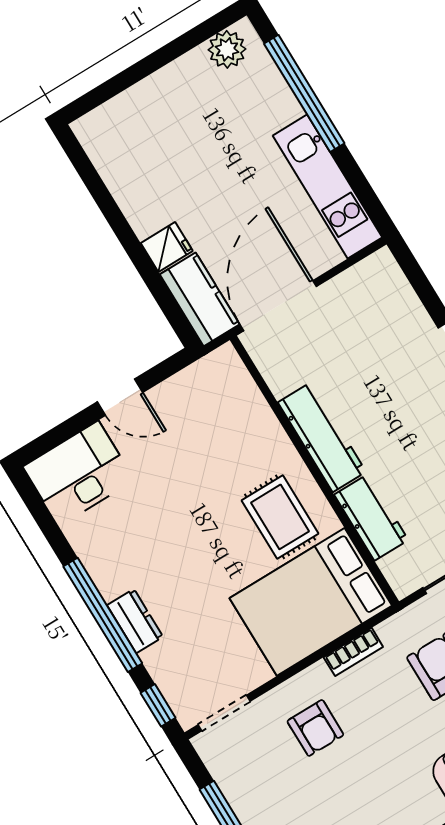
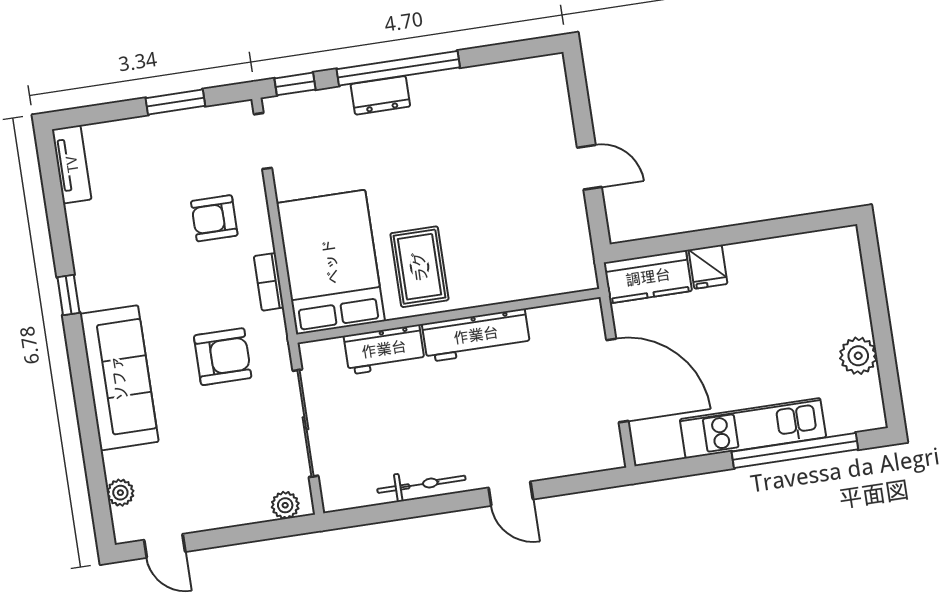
plant: (227, 49) -> (858, 356), moved
kitchen unit: (327, 186) -> (753, 428), moved
door: (278, 306) -> (617, 380), moved
door: (120, 397) -> (589, 167), swing flipped
desk: (79, 473) -> (536, 100), removed
rug: (280, 517) -> (420, 267), turned 90

